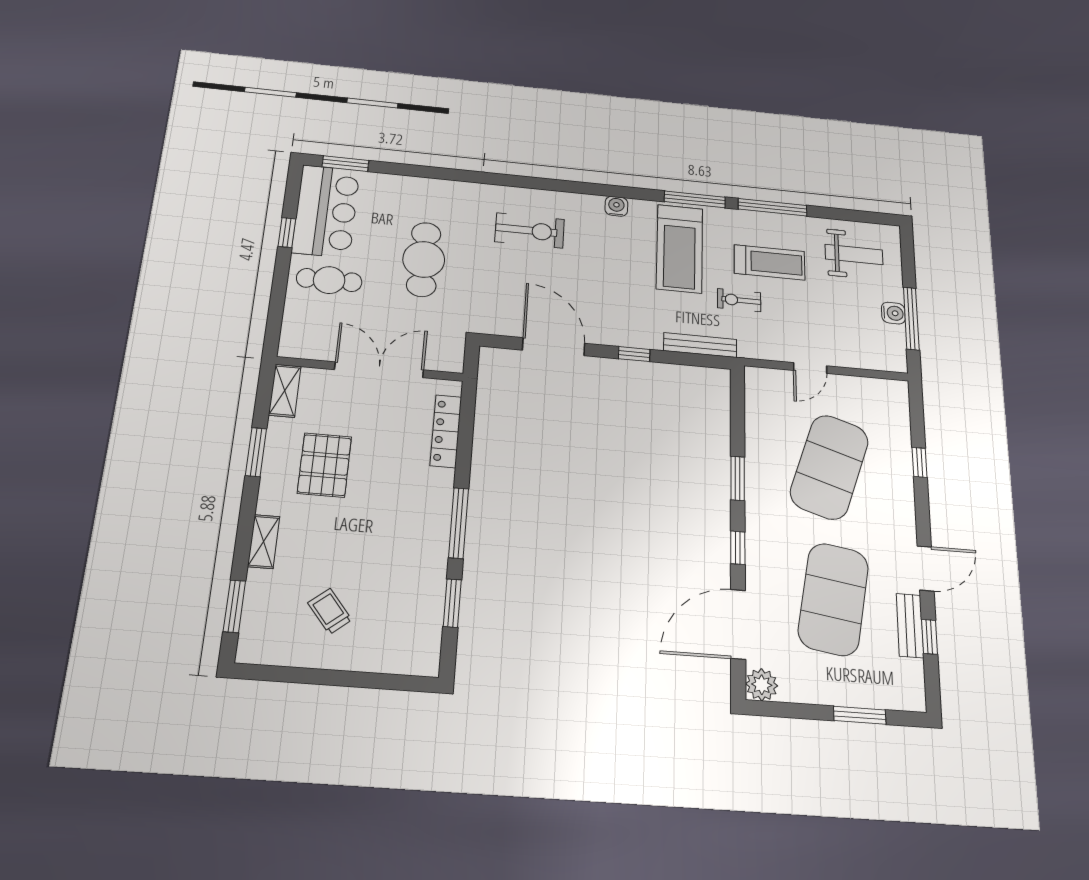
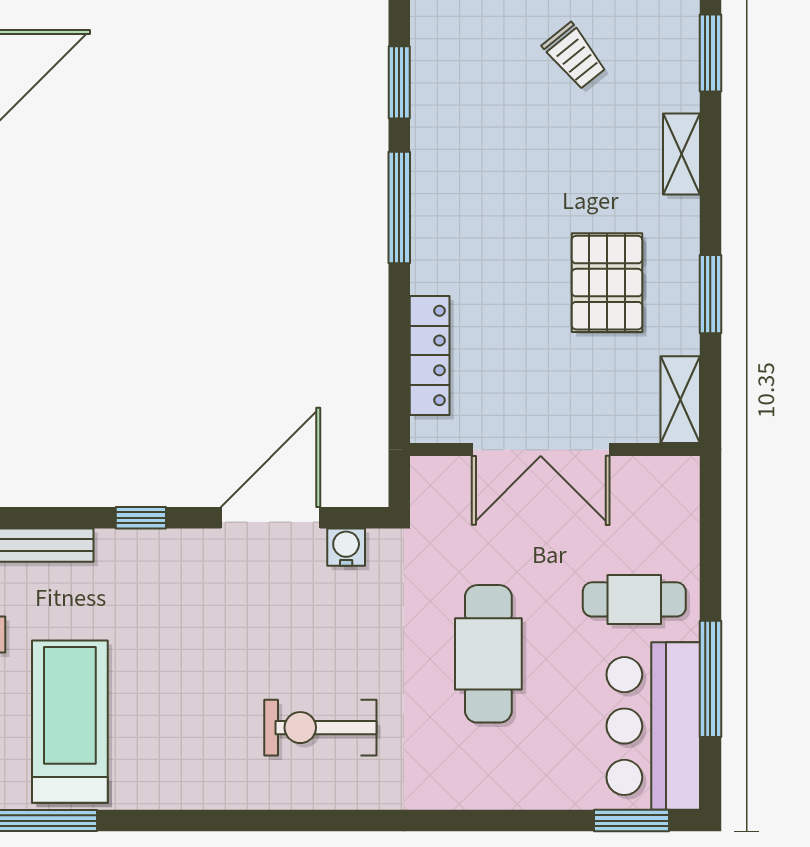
water cooler: (616, 206) -> (346, 547), moved, turned 180
window: (287, 233) -> (710, 679), width x2.17
door: (554, 347) -> (270, 518), swing flipped

